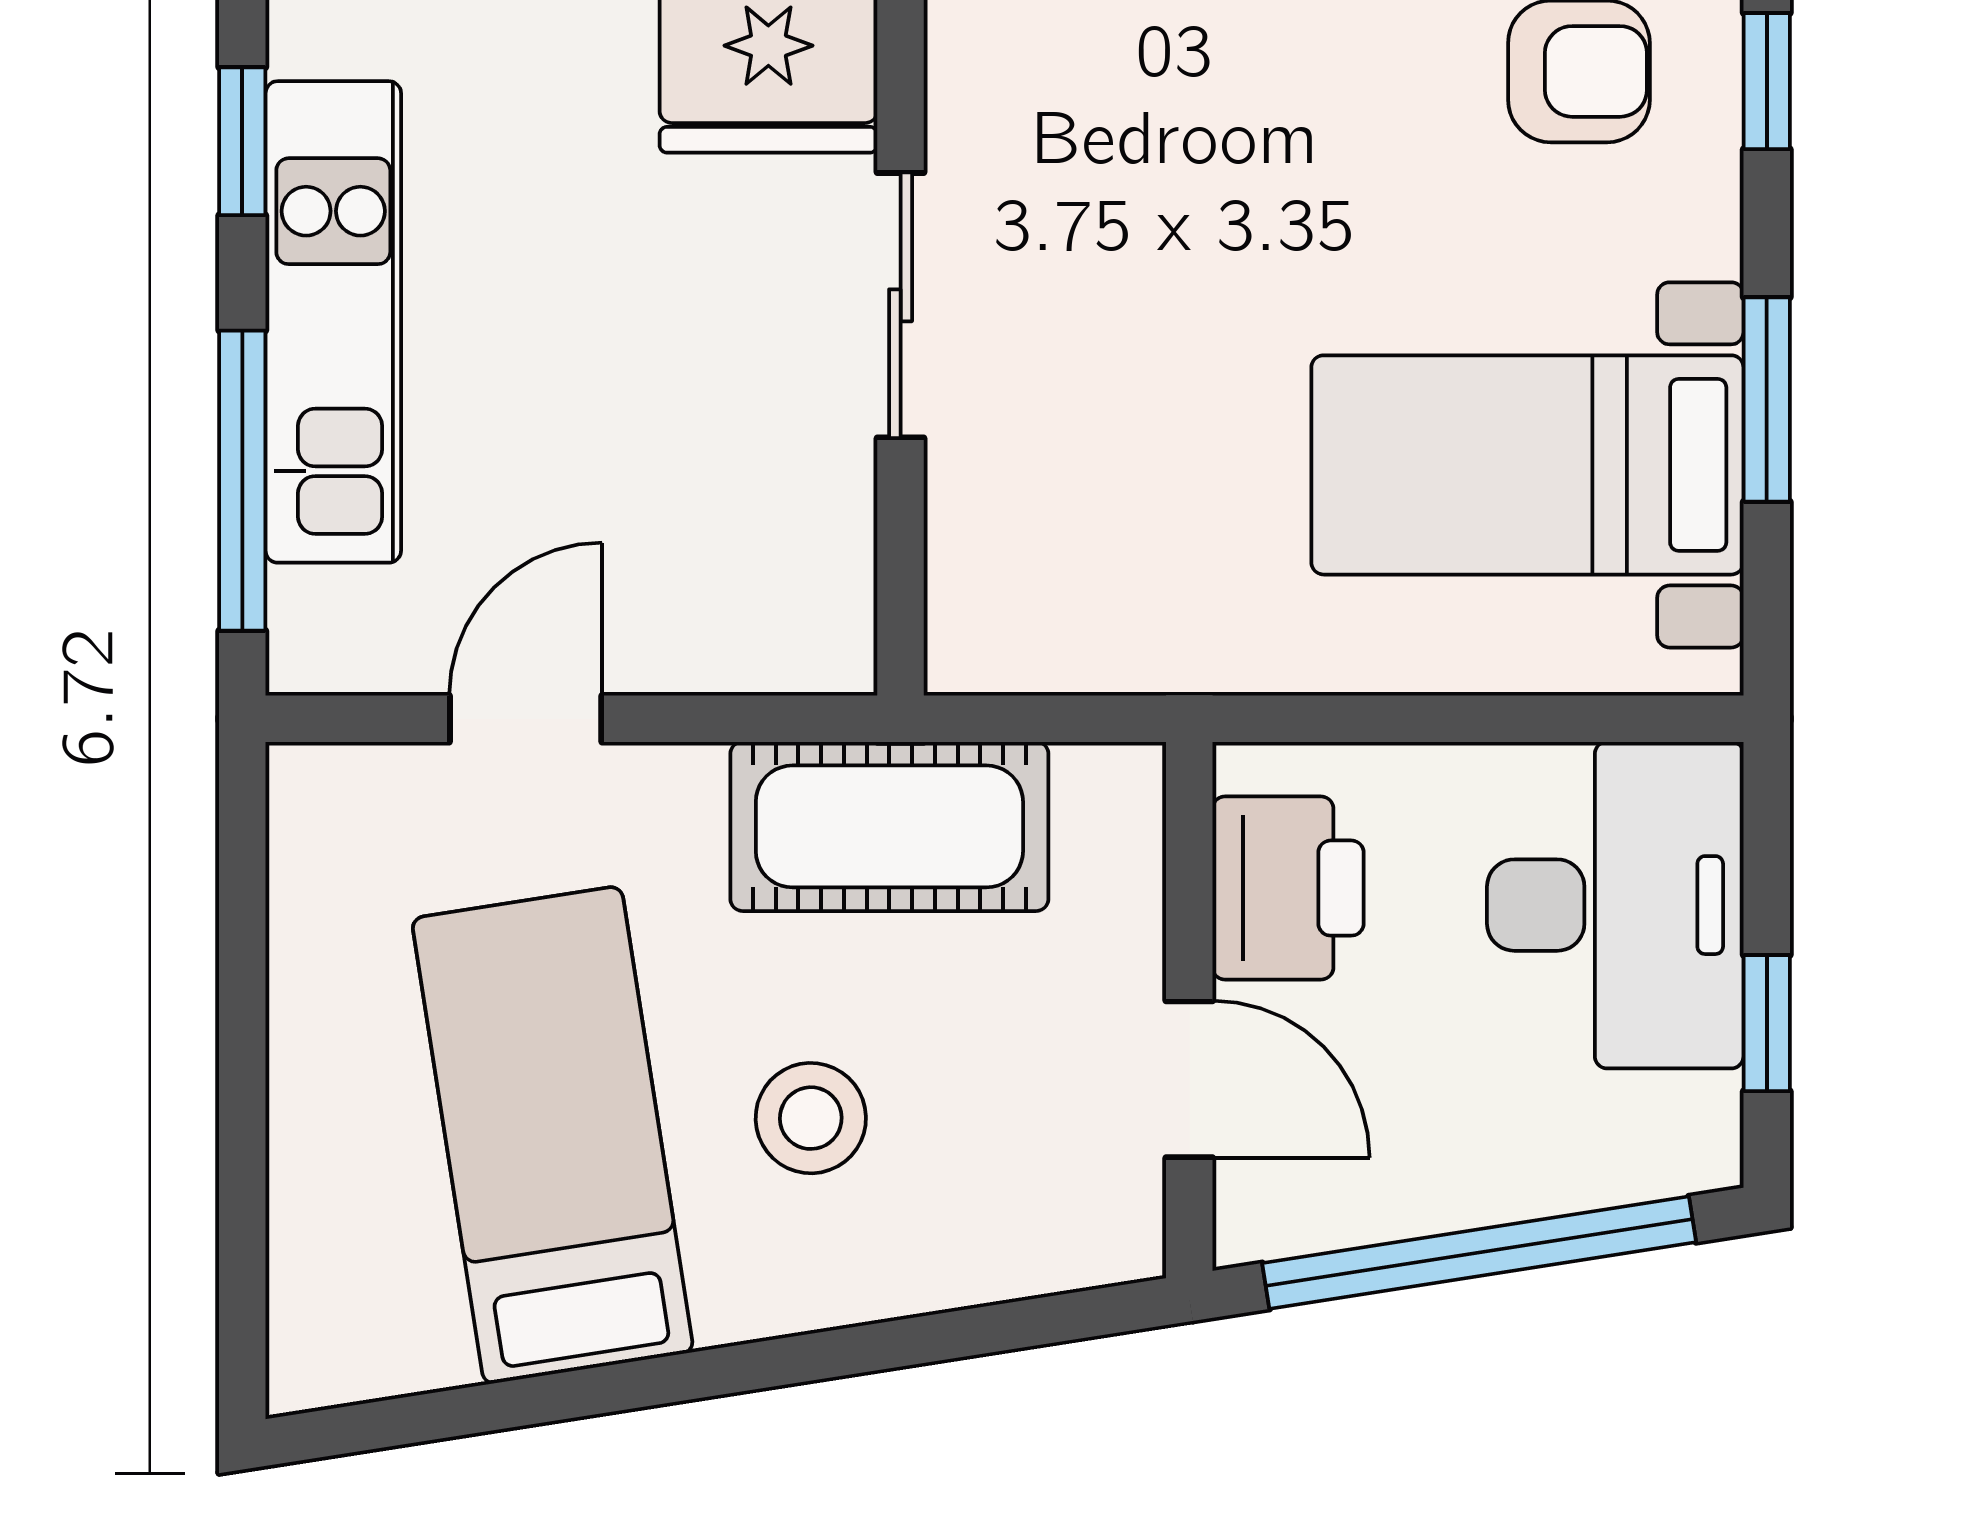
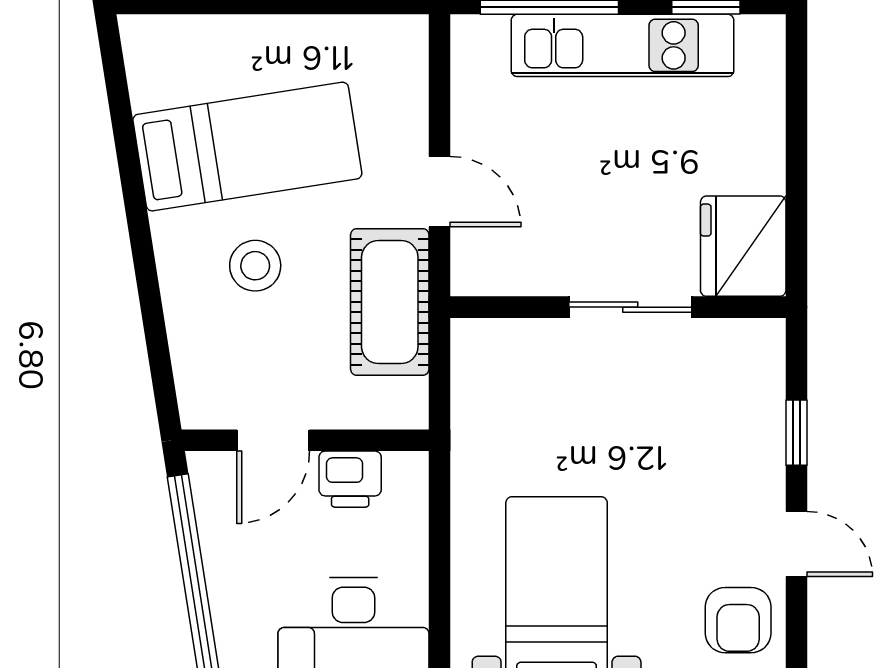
door: (526, 719) -> (439, 192), moved
printer: (1288, 888) -> (350, 479), width x0.73, depth x0.81

